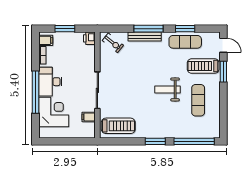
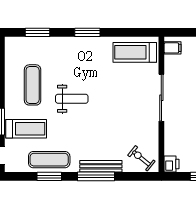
filing cabinet: (89, 117) -> (173, 48), moved
window: (194, 141) -> (38, 32), width x0.47

